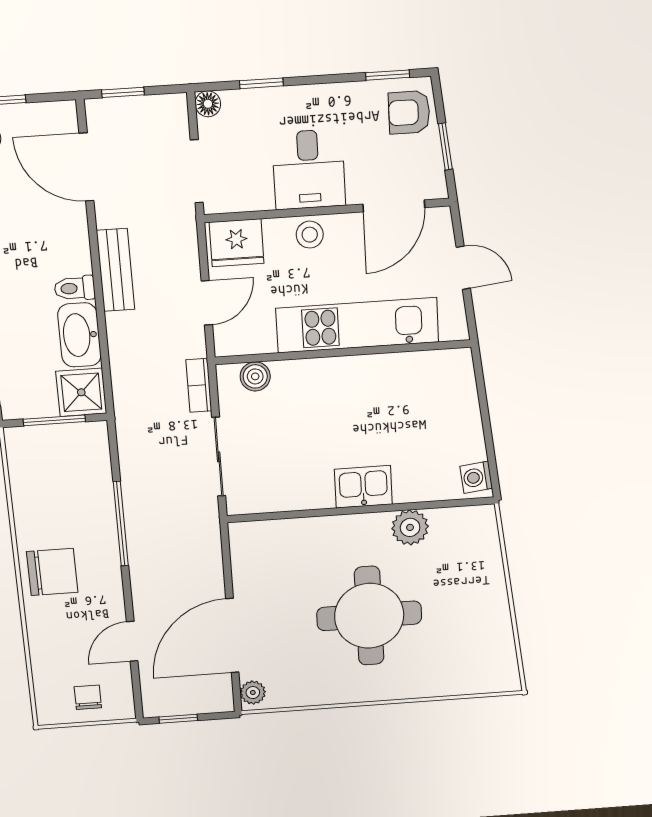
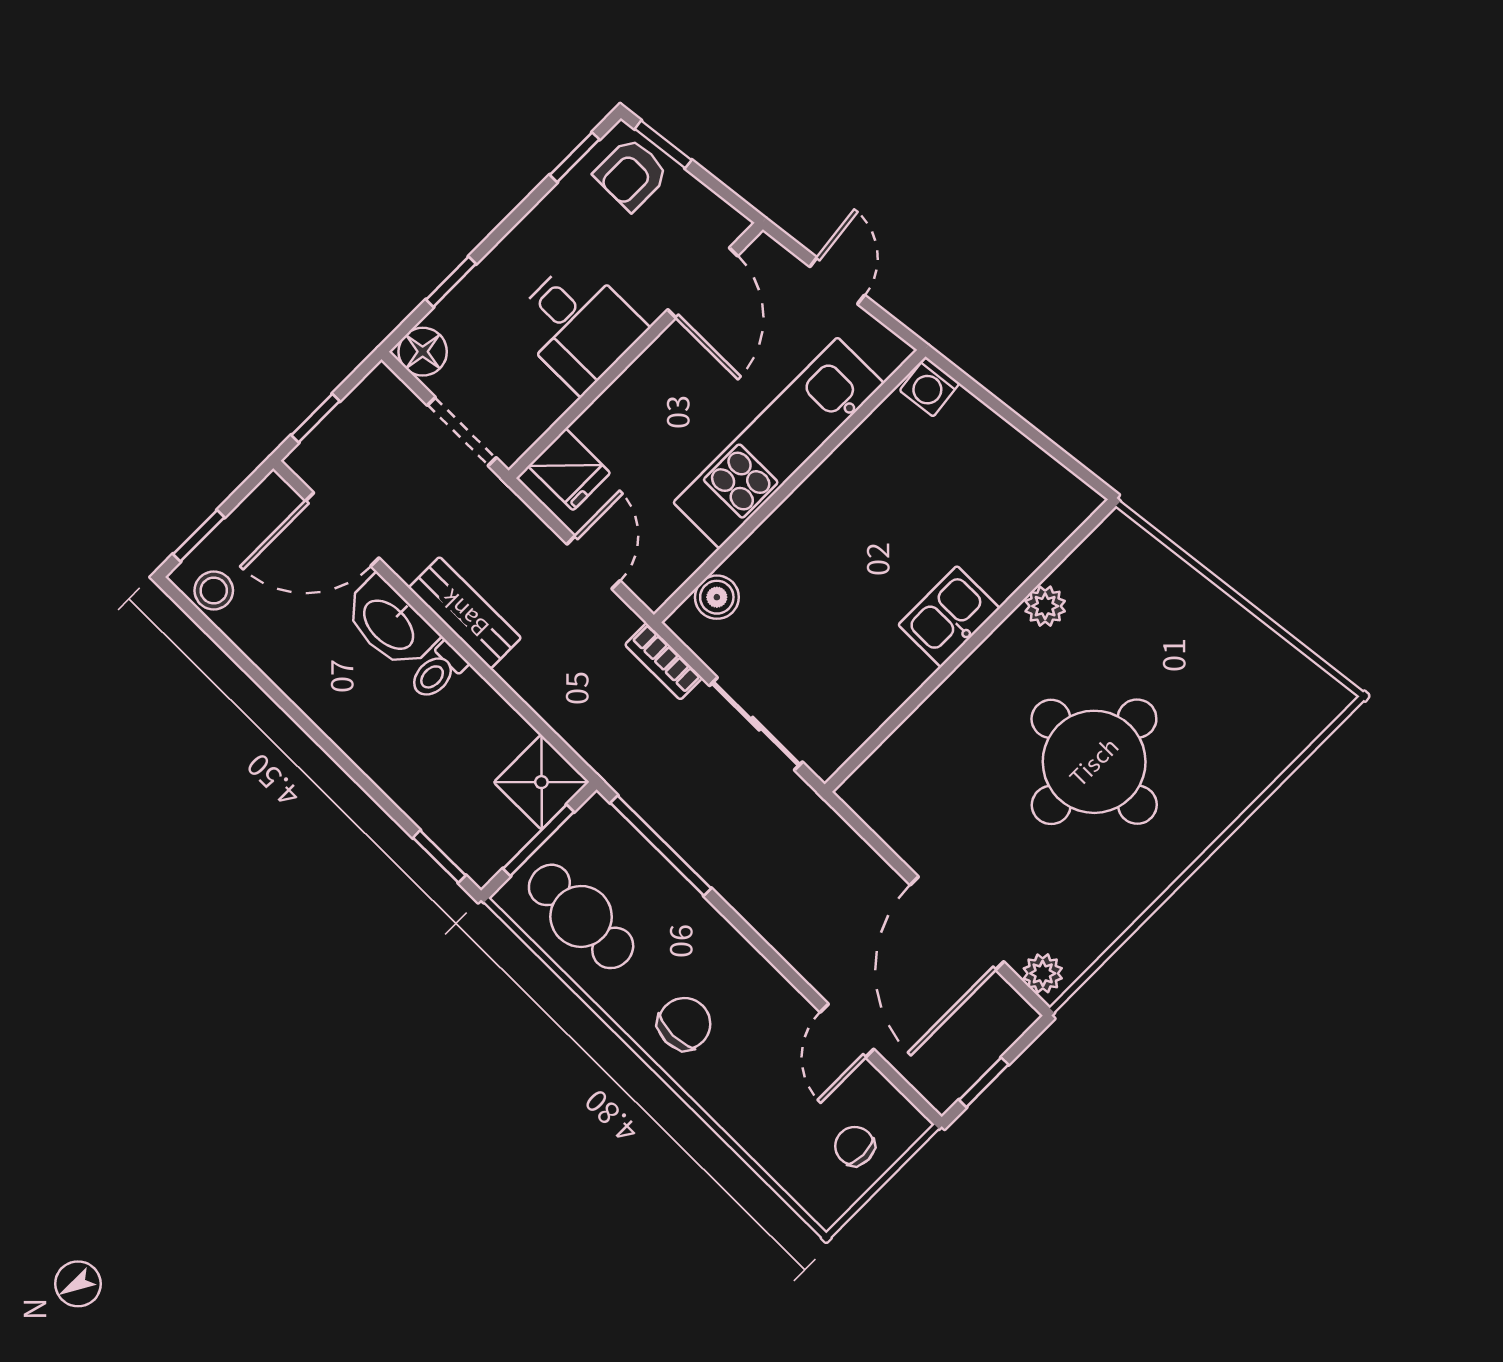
floor lamp: (208, 104) -> (423, 352), width x1.37, depth x1.37
window: (445, 147) -> (663, 144), moved
stool: (310, 235) -> (640, 392), removed
fridge: (237, 243) -> (569, 469), width x0.72
door: (463, 268) -> (837, 281), hinge flipped
washbasin: (79, 335) -> (390, 624), moved
cafe table: (44, 477) -> (581, 916), added
washing machine: (476, 477) -> (929, 387), moved
window: (121, 524) -> (661, 846), moved
plant: (410, 527) -> (1045, 606), width x0.73, depth x0.73
chair: (52, 572) -> (684, 1024), width x0.73, depth x0.73

